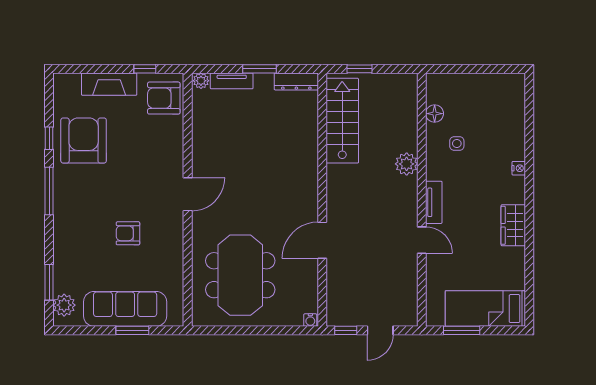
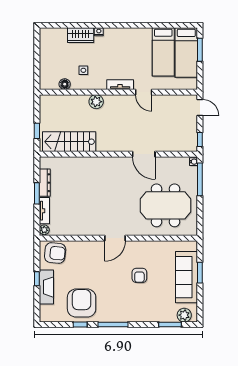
window: (145, 69) -> (37, 279), moved
dresser: (296, 81) -> (45, 183), moved
armchair: (164, 98) -> (55, 253), turned -84
armchair: (84, 141) -> (82, 303), turned 90
door: (188, 194) -> (115, 238), swing flipped
wardrobe: (513, 225) -> (81, 35), moved
door: (422, 240) -> (144, 92), swing flipped
bed: (486, 272) -> (163, 52), added
window: (282, 330) -> (200, 179), added
door: (380, 330) -> (200, 108), moved
window: (462, 330) -> (200, 50), moved

